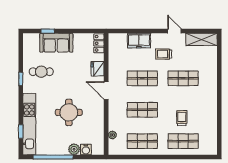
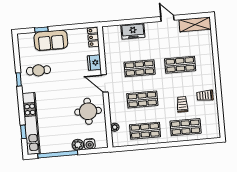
trolley: (164, 54) -> (205, 96), moved
round table: (69, 112) -> (88, 111), moved

